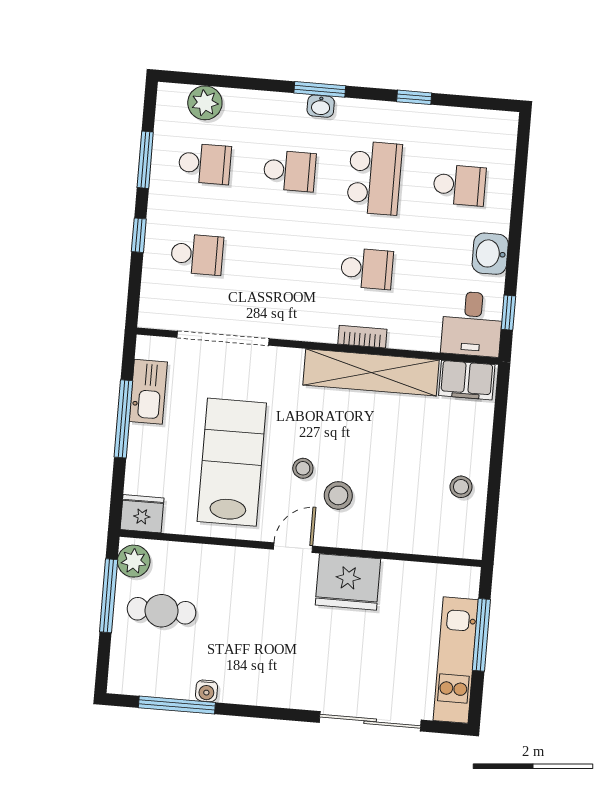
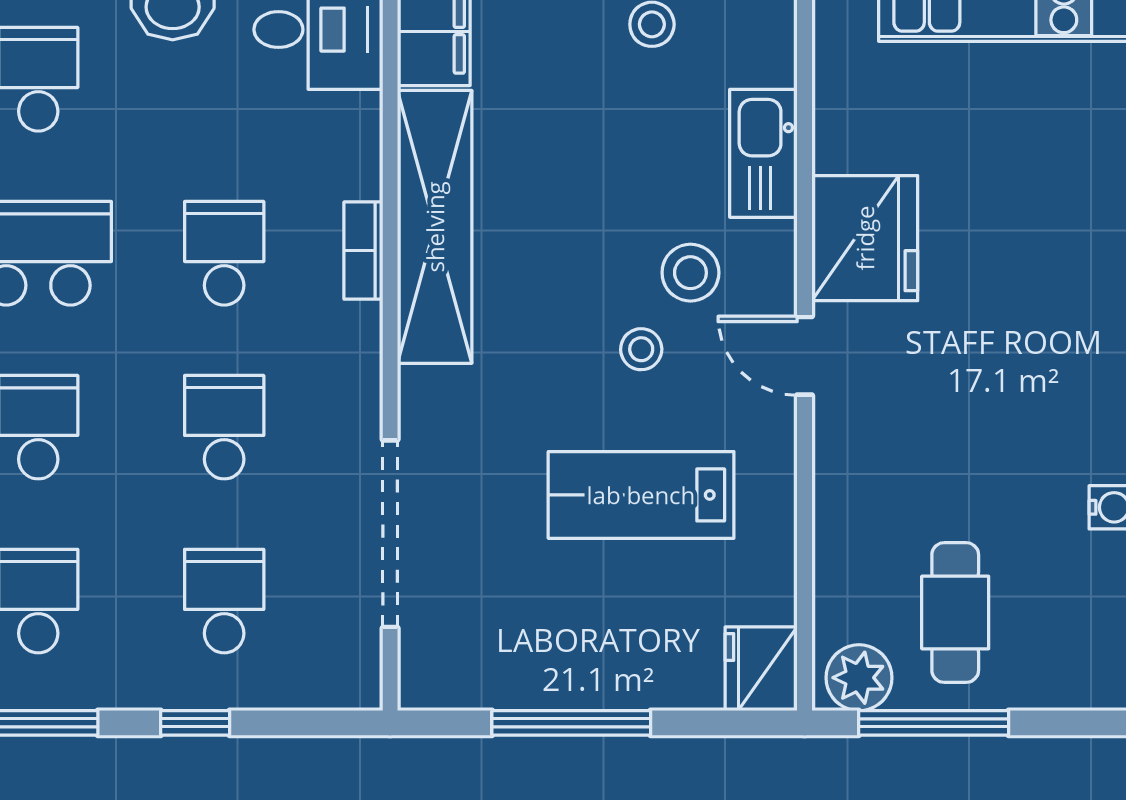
school desk: (282, 262) -> (224, 427), added
kitchen sink: (148, 392) -> (763, 153), moved, turned -90
lab bench: (232, 462) -> (641, 495), width x0.73, depth x0.72

